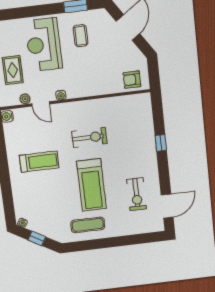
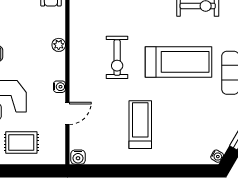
plant: (25, 99) -> (59, 45), moved
exercise bike: (89, 137) -> (117, 57), turned 180

